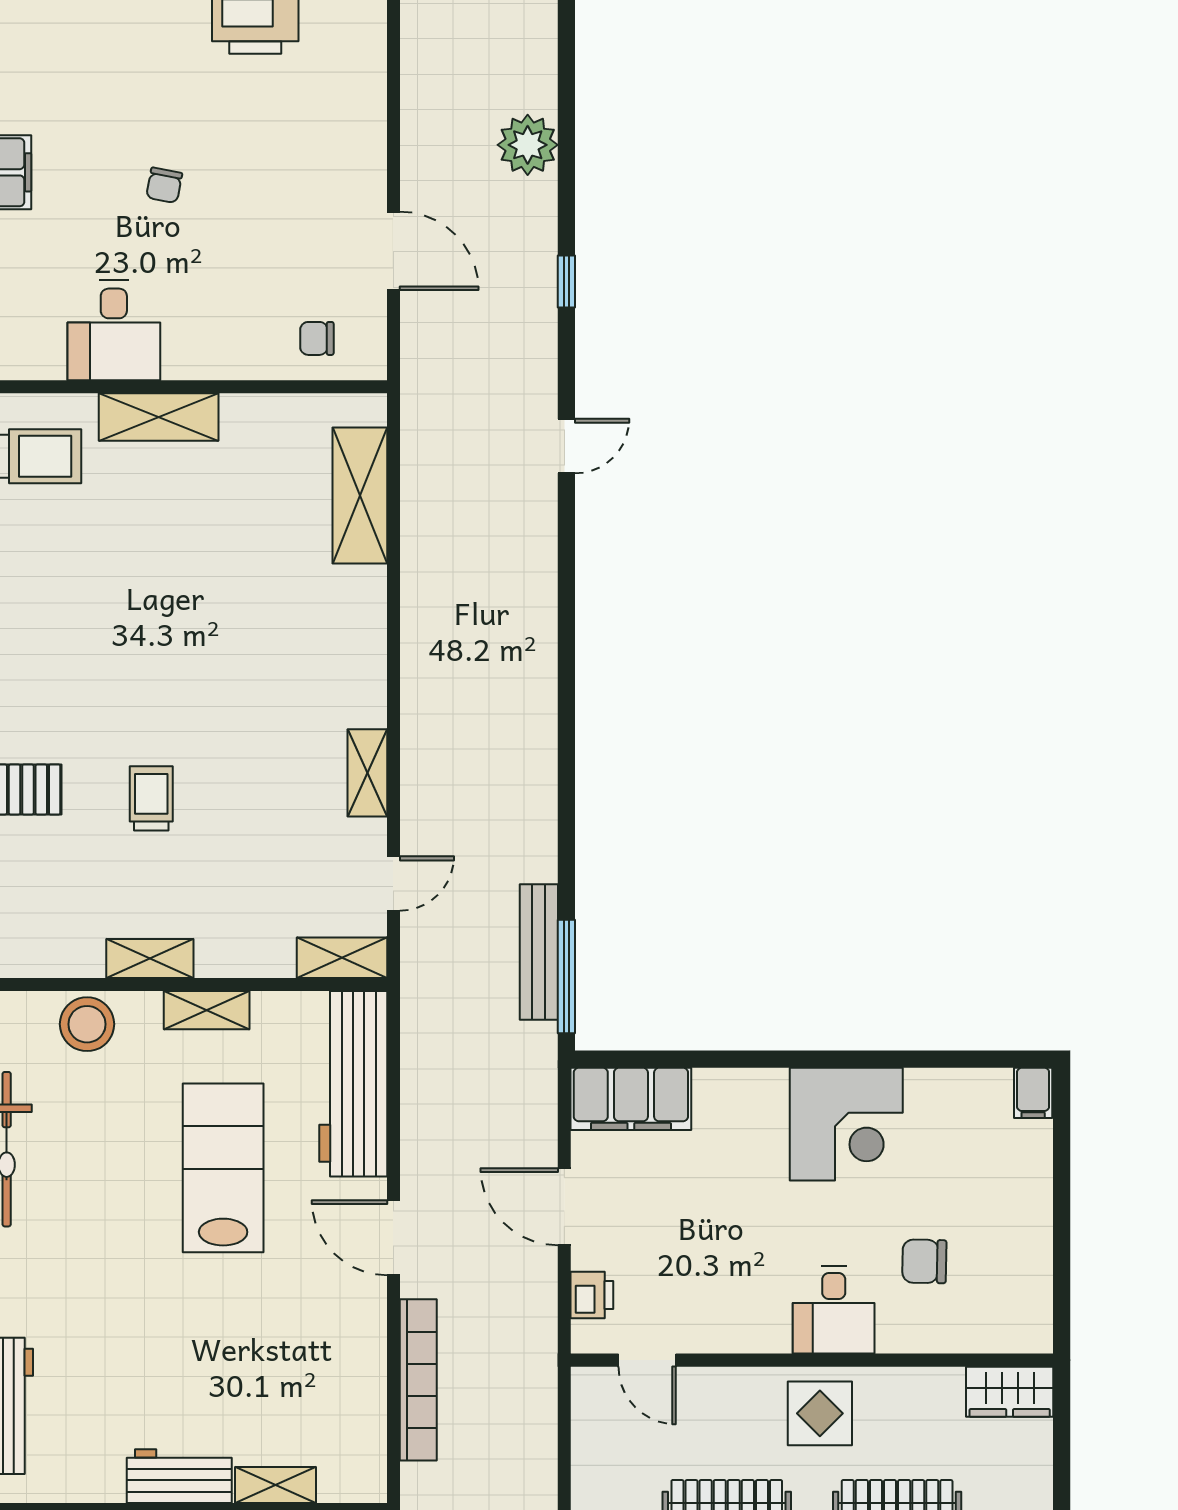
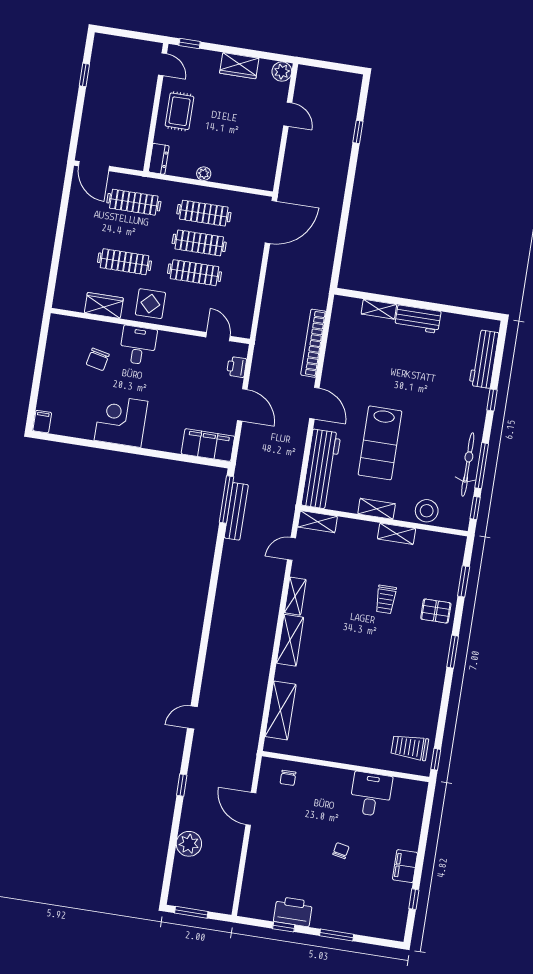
chair: (317, 338) -> (288, 778), turned 90
shelving: (159, 417) -> (290, 640), moved, turned 90
chair: (924, 1261) -> (98, 359), turned 101
wardrobe: (1010, 1392) -> (104, 305), moved

